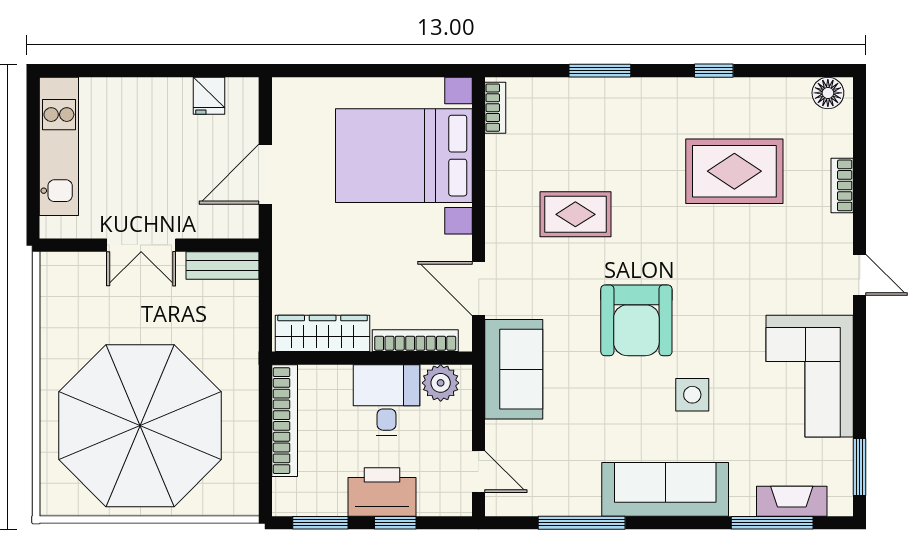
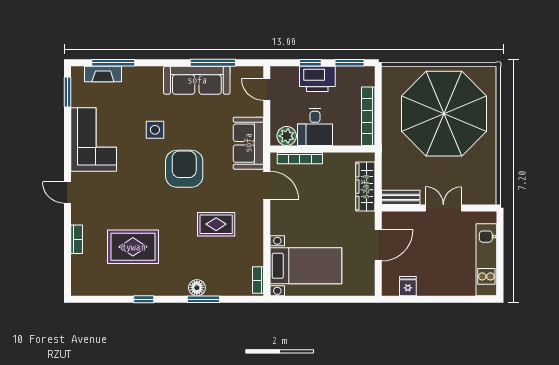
floor lamp: (828, 93) -> (197, 288), moved
bed with nightstands: (404, 156) -> (306, 266), width x0.73
wardrobe: (323, 333) -> (365, 187), moved, turned 90
sofa: (665, 489) -> (197, 80), moved

